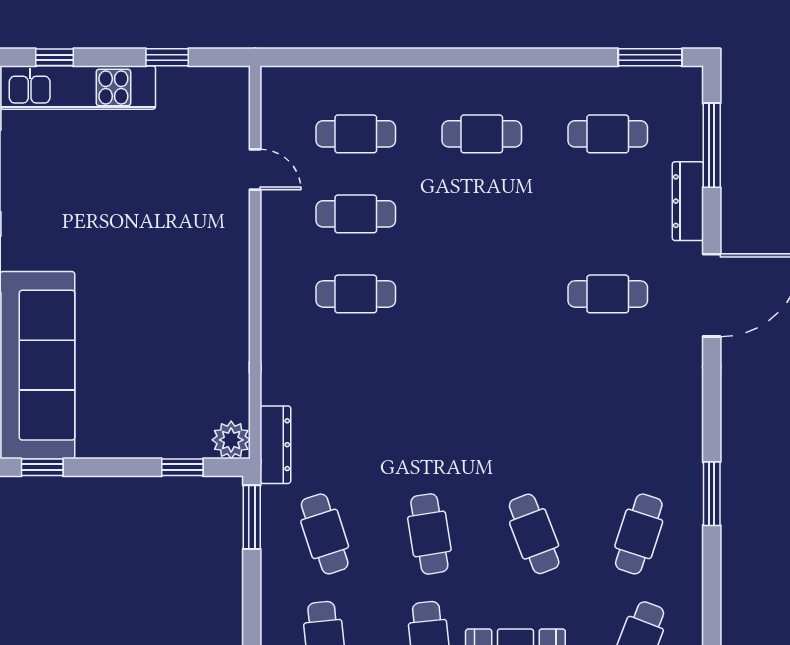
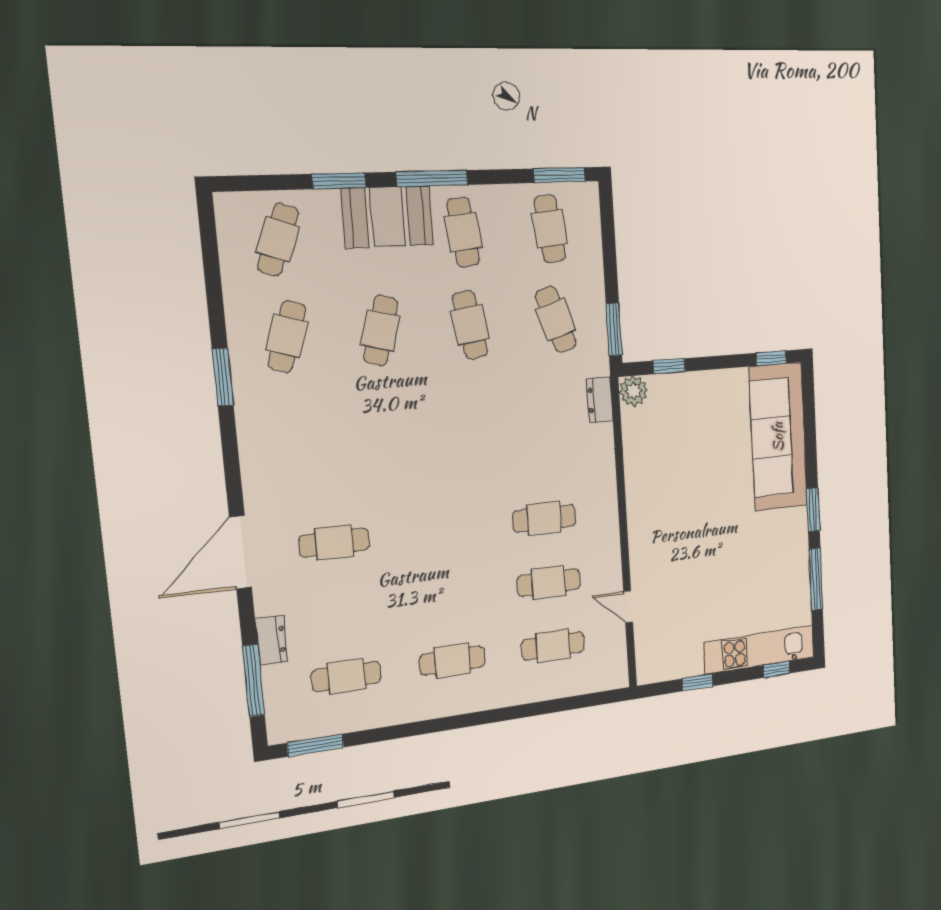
dresser: (688, 201) -> (271, 640), width x0.70
dresser: (275, 445) -> (600, 400), width x0.70
cafe table: (534, 534) -> (381, 331), turned 36

